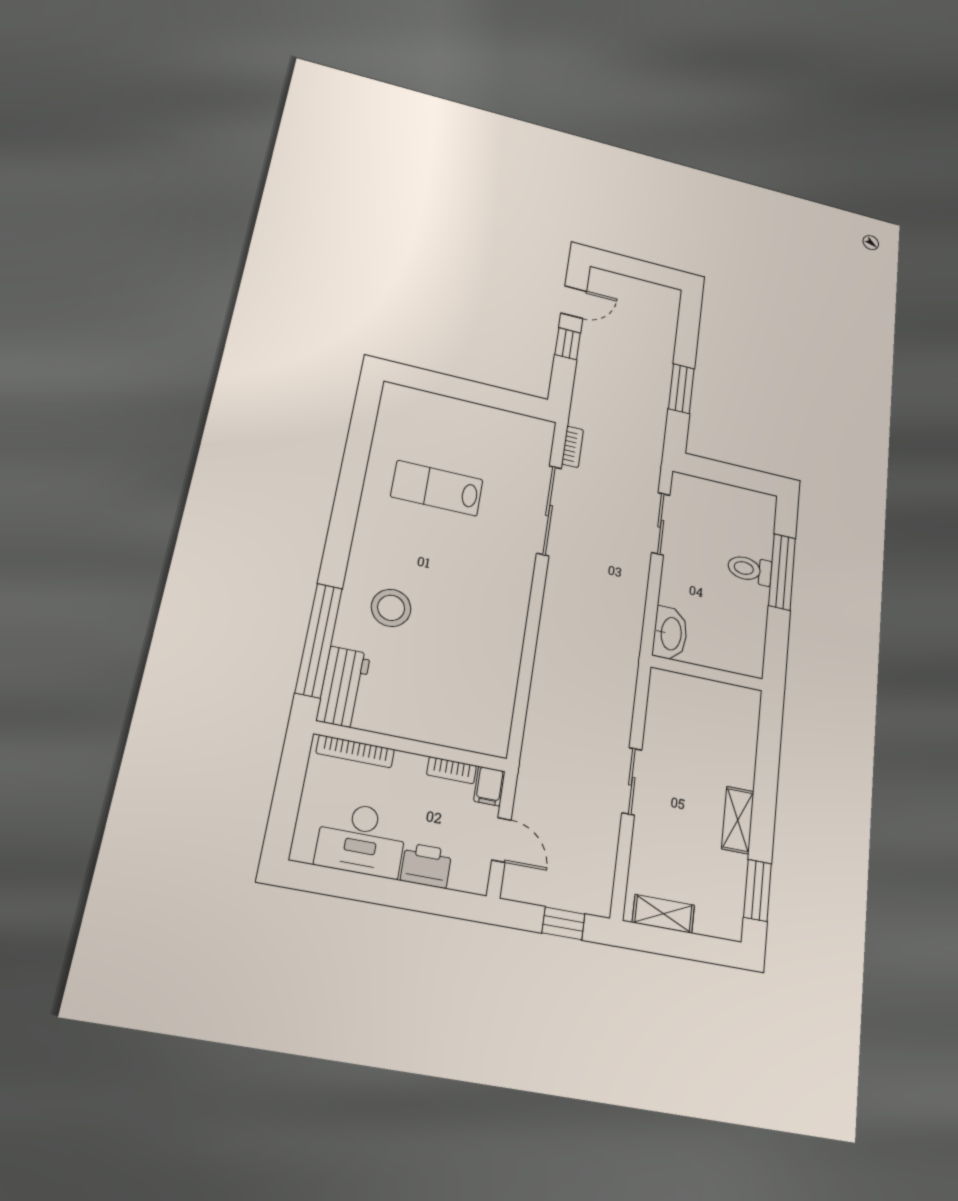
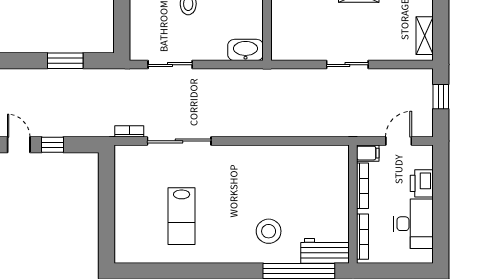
bookcase: (452, 770) -> (363, 186), width x1.56

